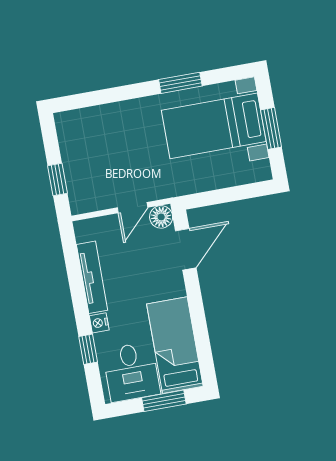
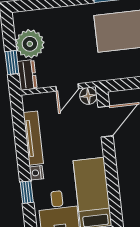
plant: (79, 153) -> (30, 44), added
dresser: (79, 195) -> (27, 75), added

